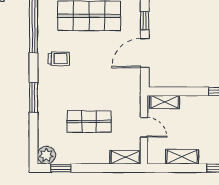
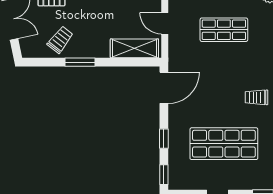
door: (145, 53) -> (164, 88), moved
shelving: (165, 102) -> (134, 48), width x1.50, depth x1.33

